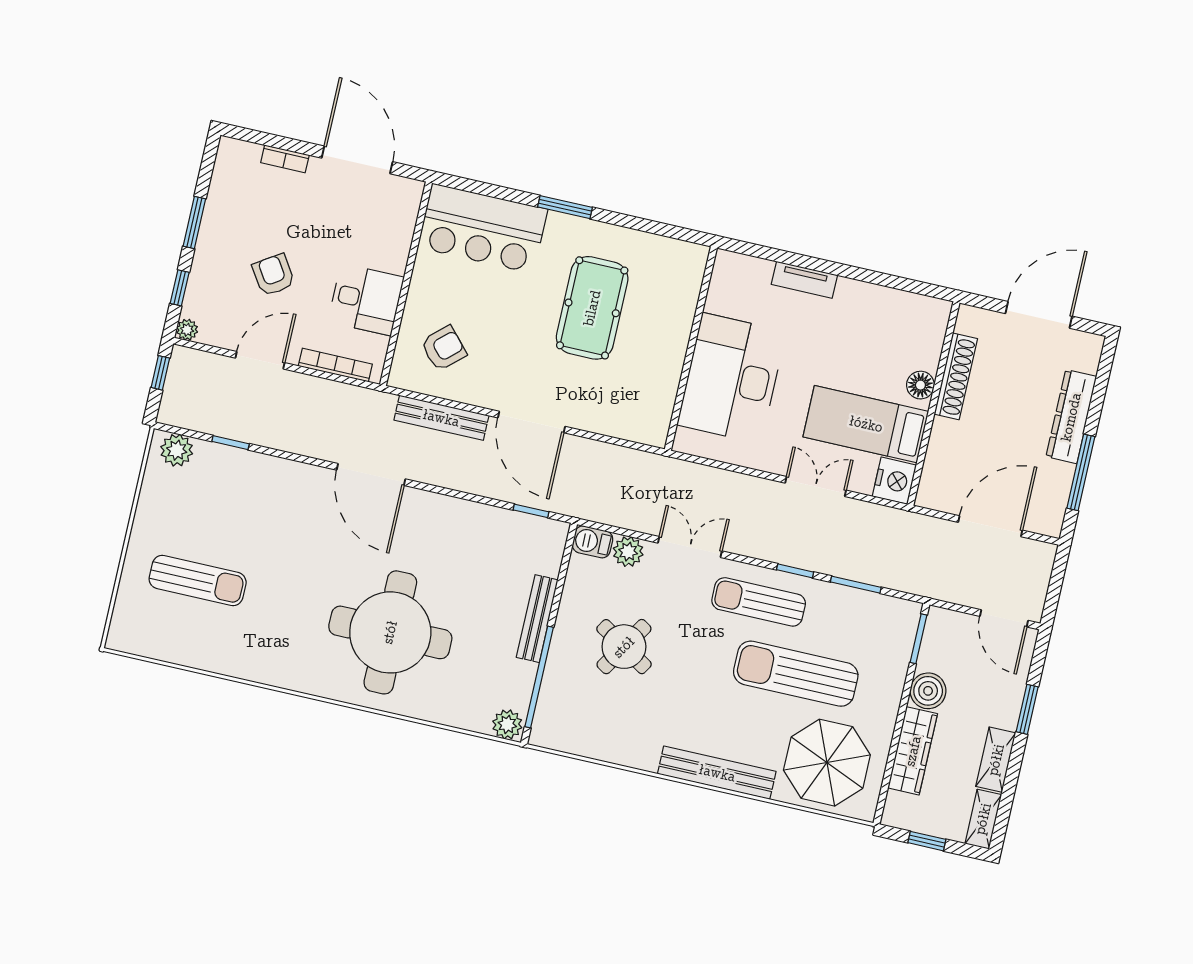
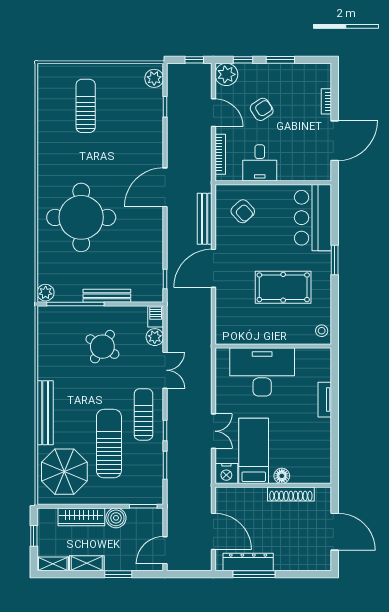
stool: (683, 258) -> (322, 331), added
plant: (187, 330) -> (226, 74), width x1.88, depth x1.88
dresser: (1071, 417) -> (248, 562), moved
sun lounger: (198, 581) -> (86, 106), turned 180

